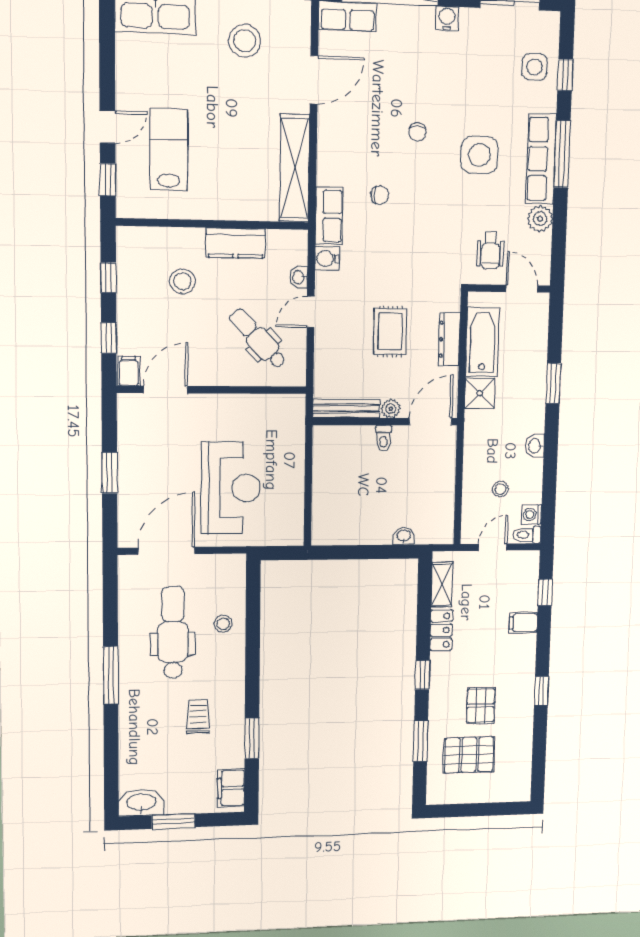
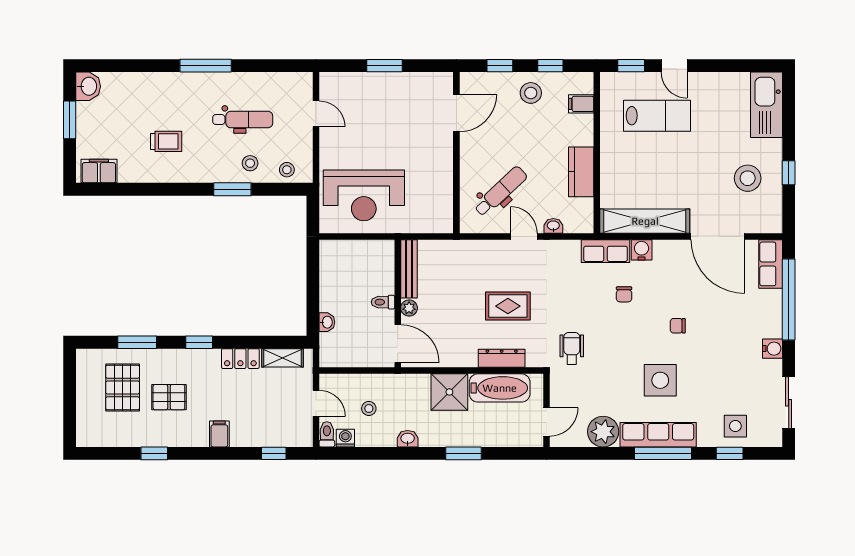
door: (314, 80) -> (718, 236), width x1.36
plant: (540, 219) -> (603, 432), width x1.36, depth x1.36
wheelchair: (490, 250) -> (572, 348), moved, turned 90
water cooler: (327, 259) -> (642, 250), moved
stool: (182, 281) -> (531, 93), moved
filing cabinet: (129, 371) -> (581, 104), moved, turned 180
door: (165, 390) -> (456, 113), hinge flipped
shower: (480, 393) -> (449, 392), width x1.36, depth x1.36
bench: (346, 409) -> (409, 269), moved
plant: (391, 409) -> (409, 308), moved
wall: (385, 422) -> (398, 304), moved
door: (431, 422) -> (398, 344), moved
toilet: (383, 438) -> (383, 302), moved
reception desk: (231, 488) -> (364, 195), moved
door: (166, 551) -> (316, 114), width x0.53
stool: (231, 583) -> (287, 170), added
filing cabinet: (523, 623) -> (219, 434), moved
dental chair: (173, 633) -> (243, 119), width x0.73, depth x0.72
window: (541, 691) -> (154, 453), moved
window: (252, 739) -> (232, 189), moved
washbasin: (141, 803) -> (88, 86), width x0.72

